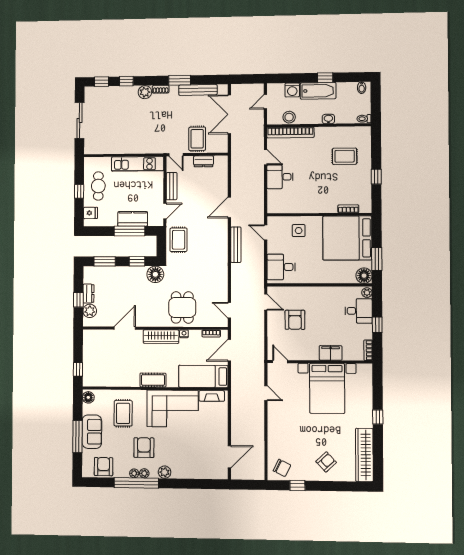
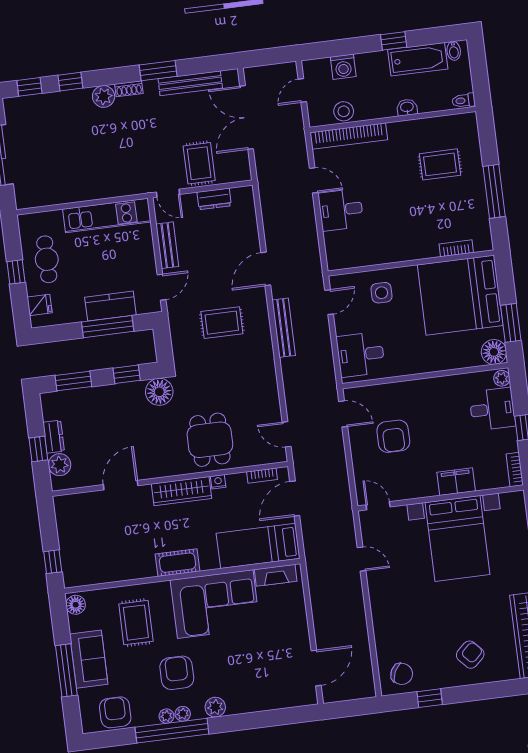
bathtub: (318, 91) -> (418, 59), moved
window: (376, 177) -> (494, 191), width x2.17
door: (266, 232) -> (329, 302), swing flipped
rug: (179, 240) -> (222, 323), moved, turned 90

